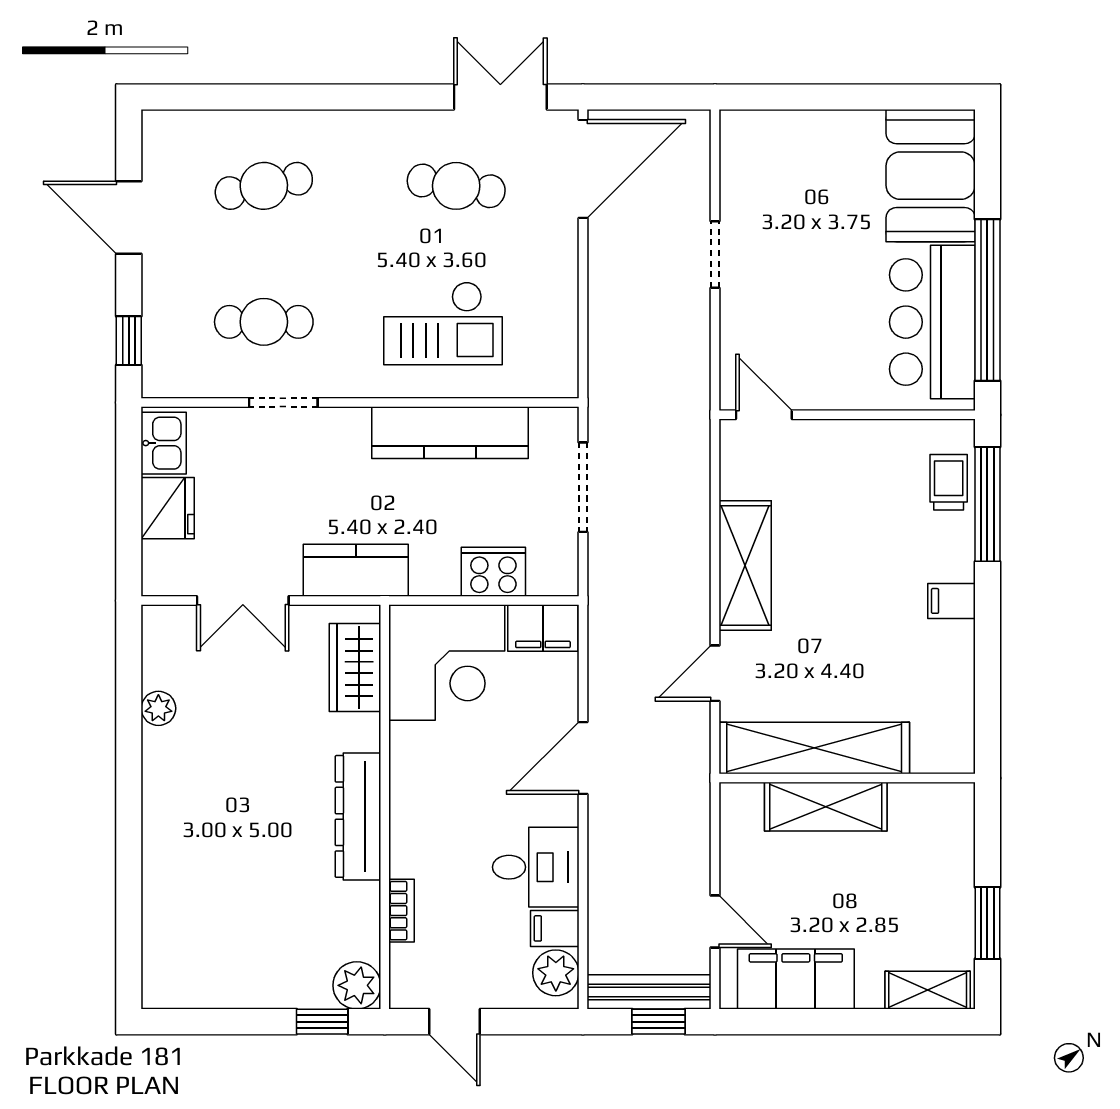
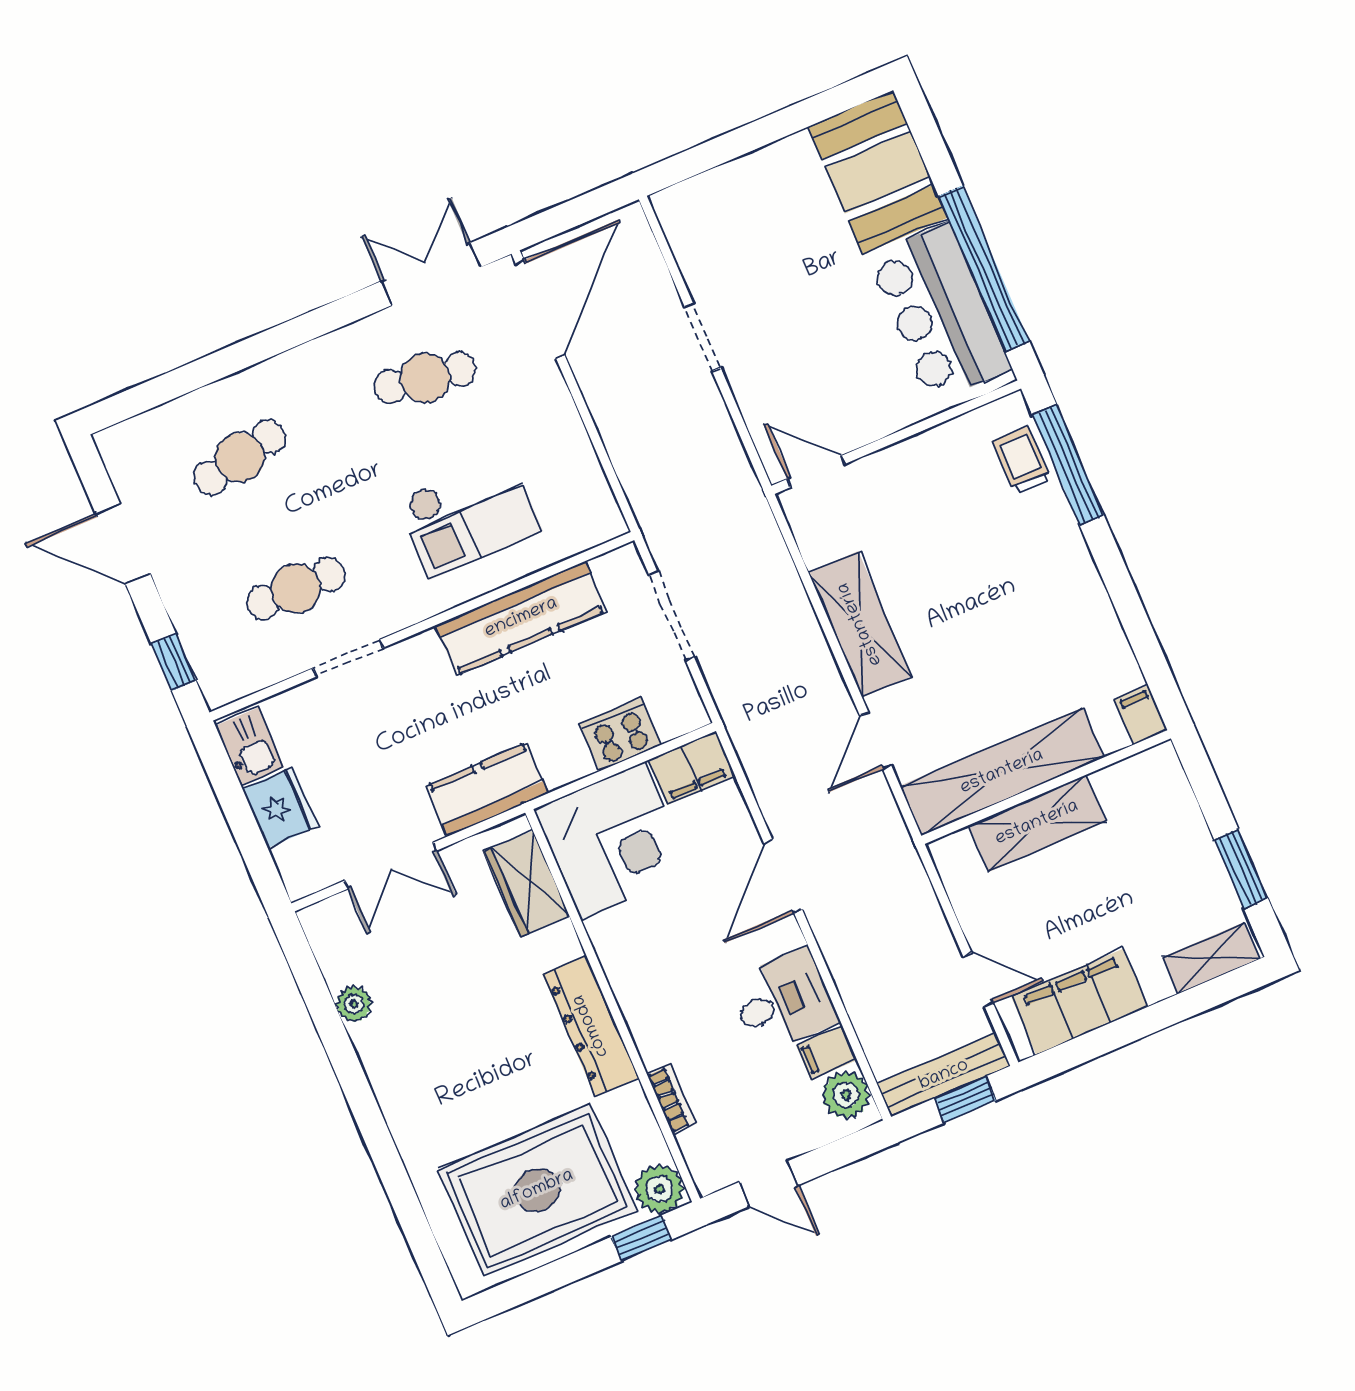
filing cabinet: (951, 601) -> (1141, 715), moved, turned 90
rug: (249, 940) -> (537, 1190), added

